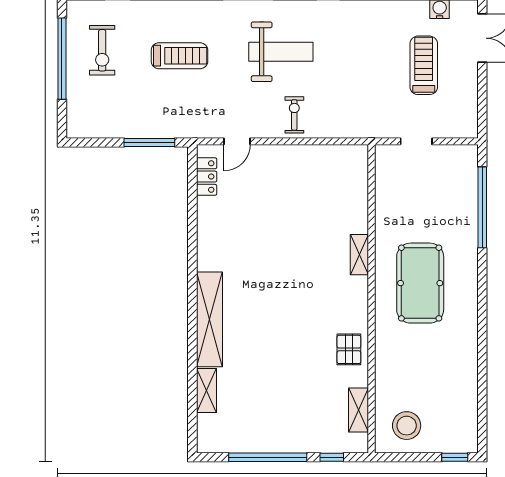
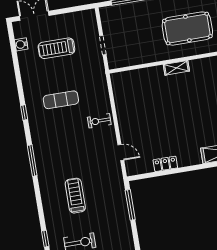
weight bench: (281, 52) -> (63, 135), removed
exercise mat: (339, 58) -> (61, 100), added
locker: (207, 177) -> (165, 164), moved

